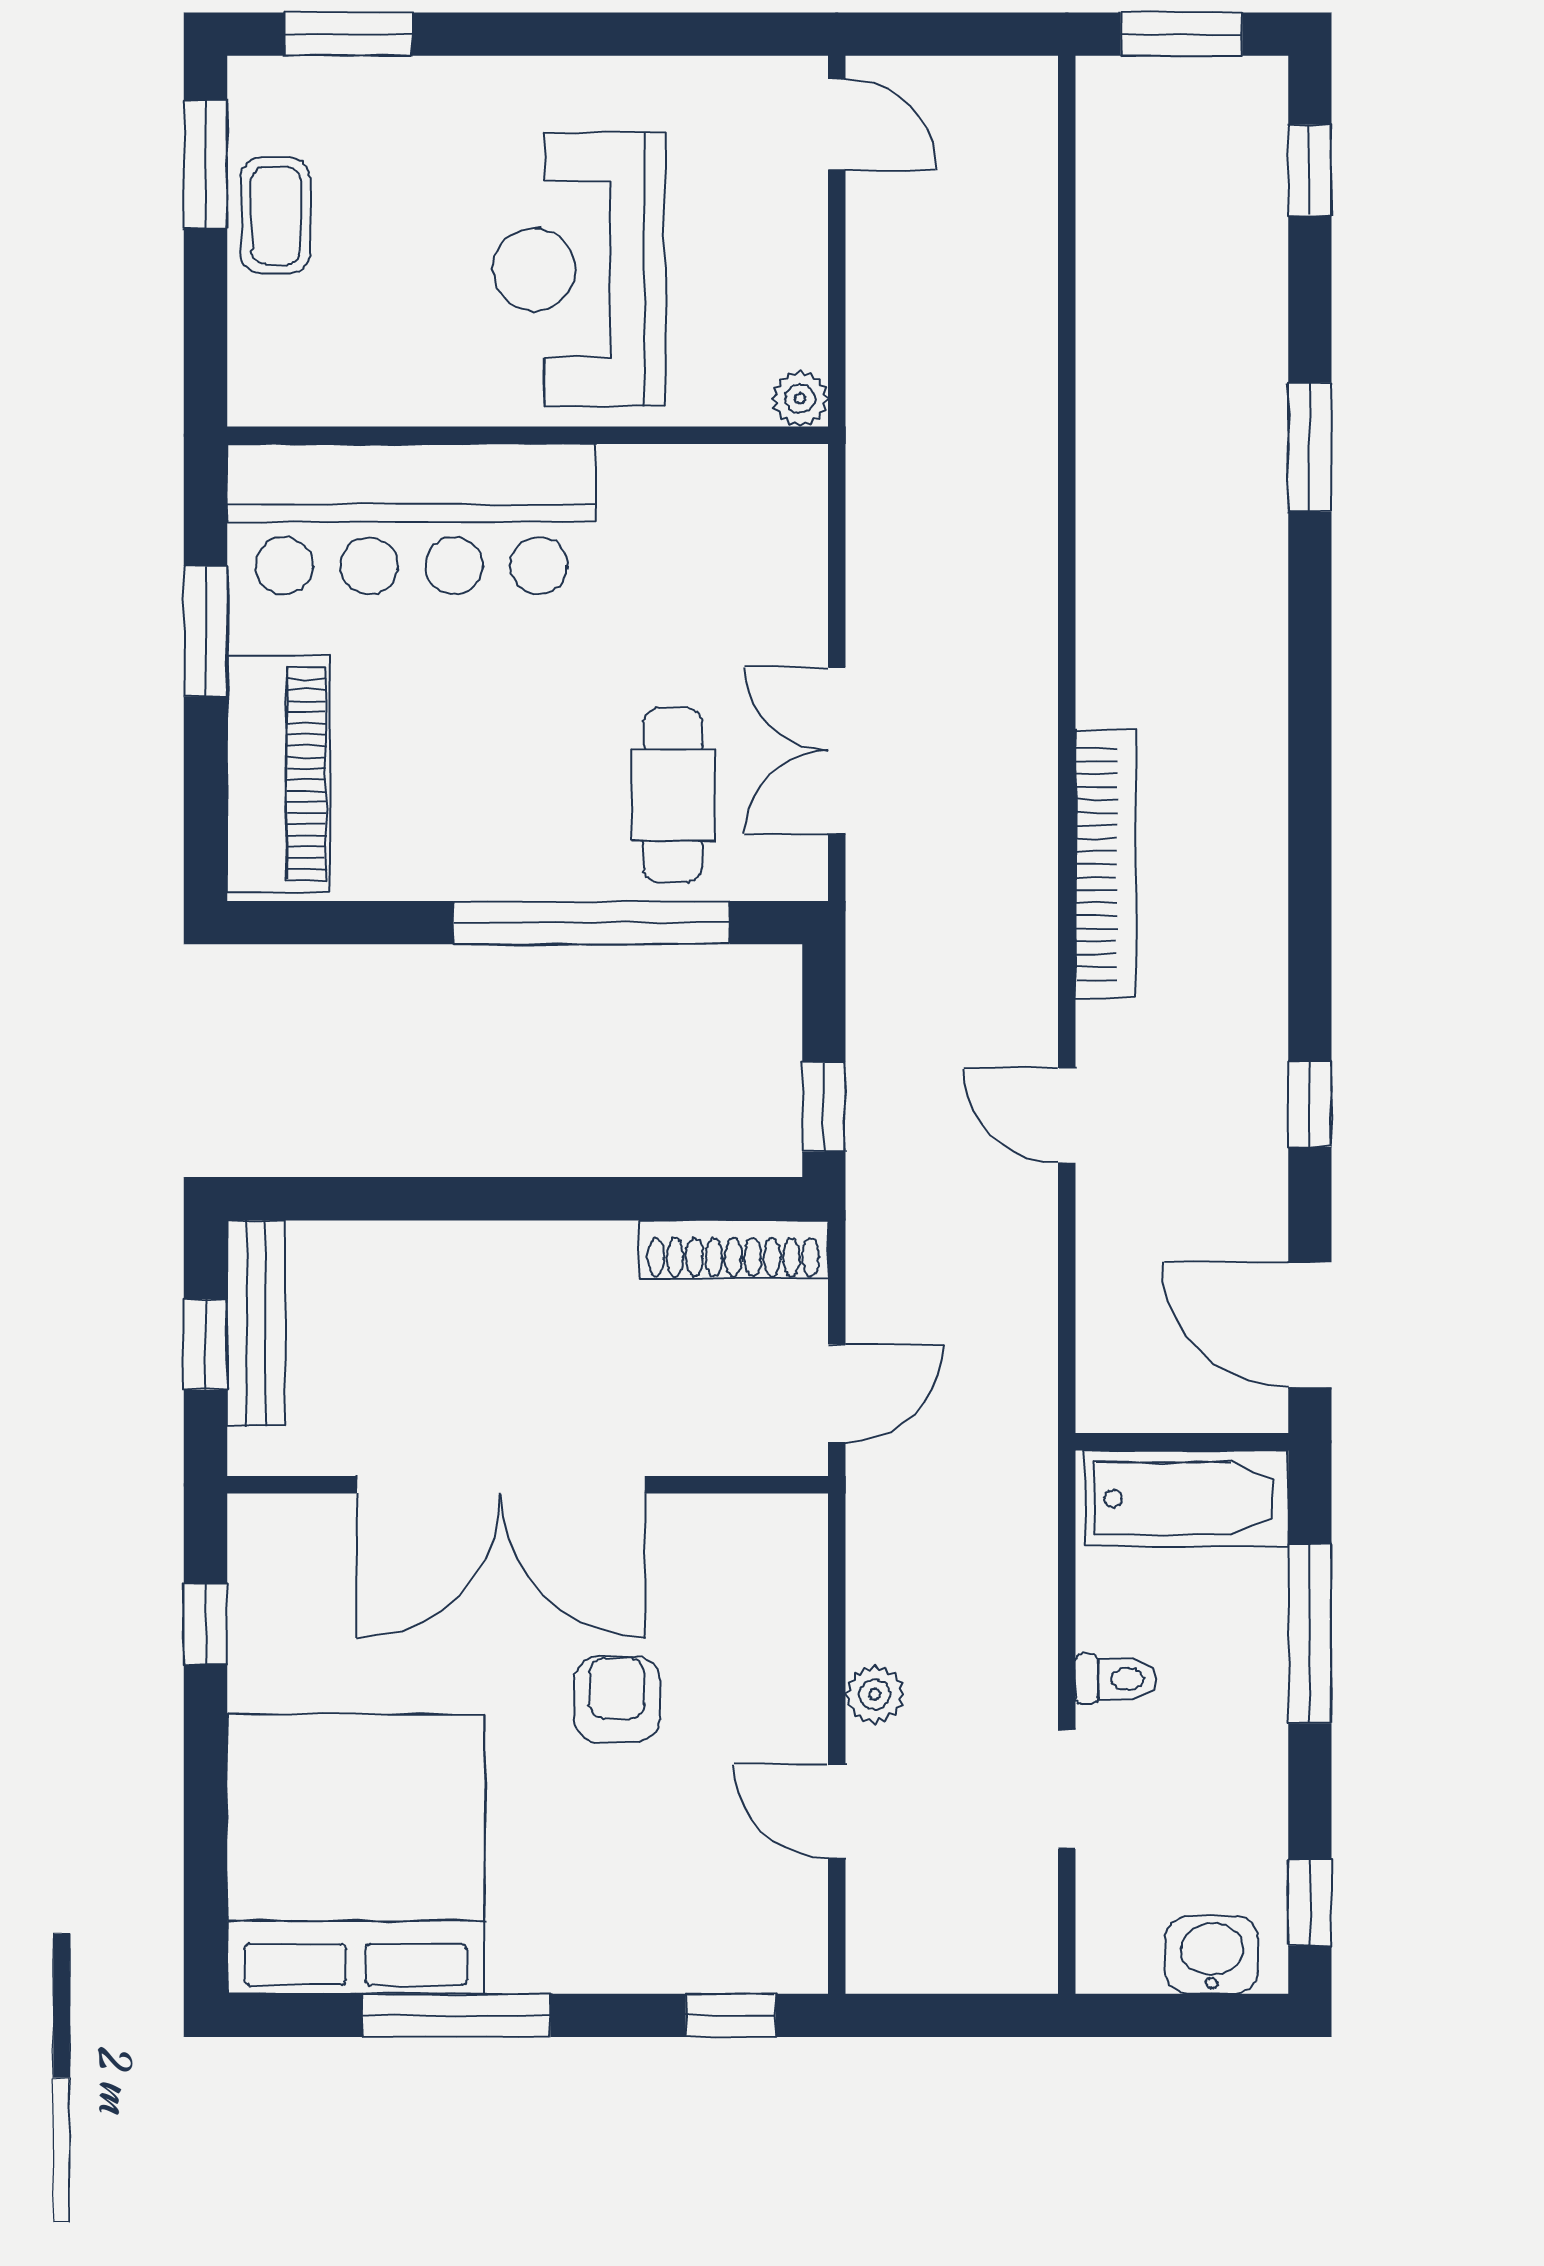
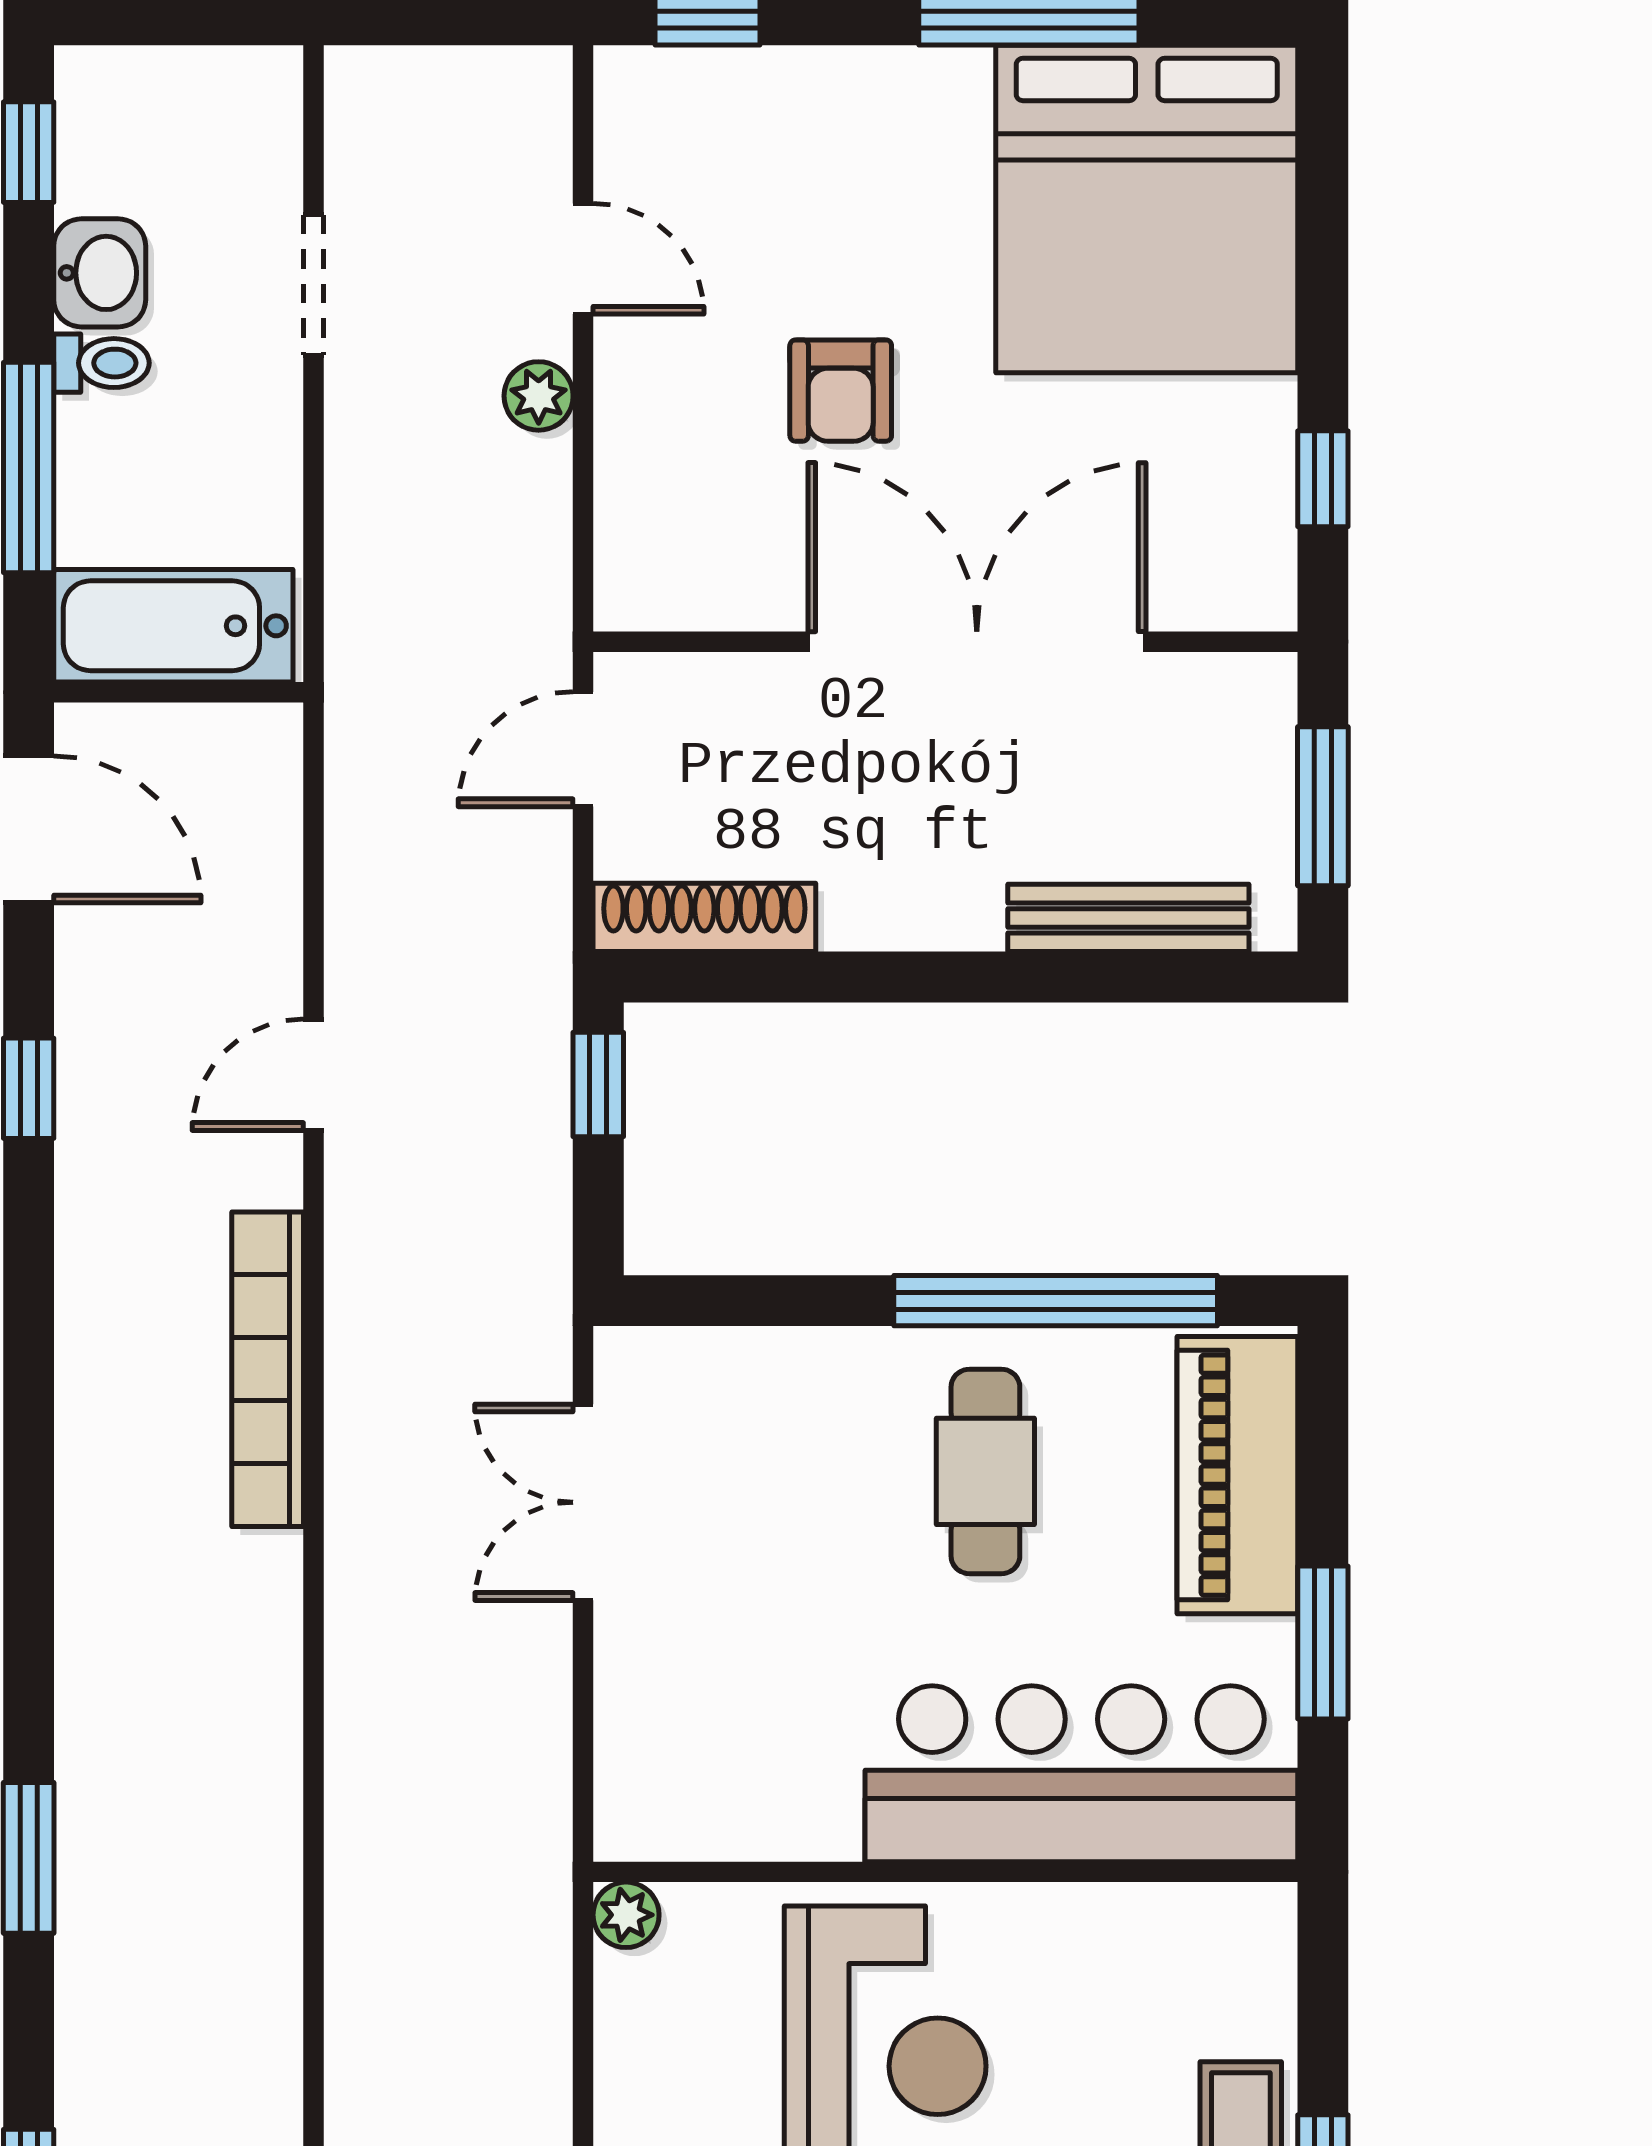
double door: (837, 751) -> (583, 1502), swing flipped
cafe table: (673, 795) -> (985, 1471), moved
window: (592, 923) -> (1056, 1301), moved
door: (1067, 1115) -> (313, 1075), swing flipped
bench: (256, 1323) -> (1128, 918), moved, turned 90
window: (206, 1344) -> (1323, 806), width x1.50
toilet: (1116, 1679) -> (102, 363), moved, turned 180
washbasin: (1212, 1955) -> (100, 273), moved, turned -90

